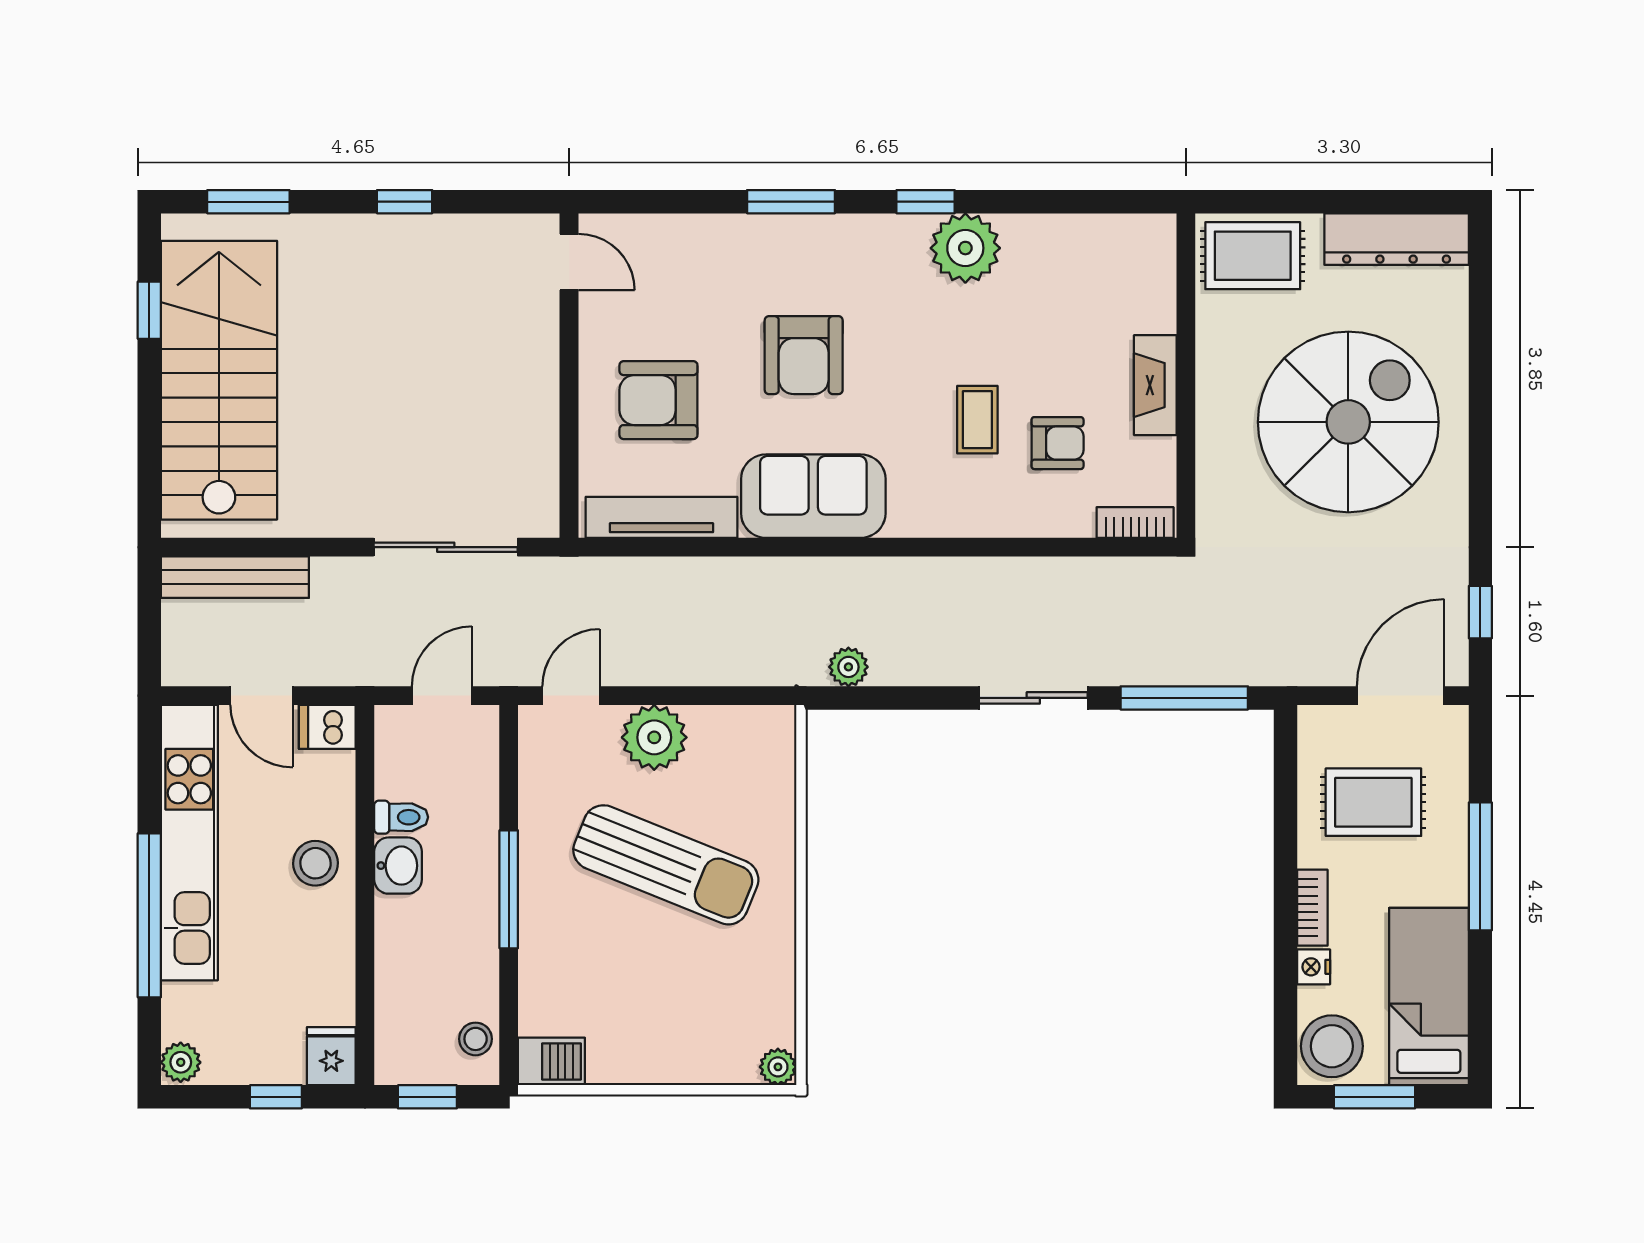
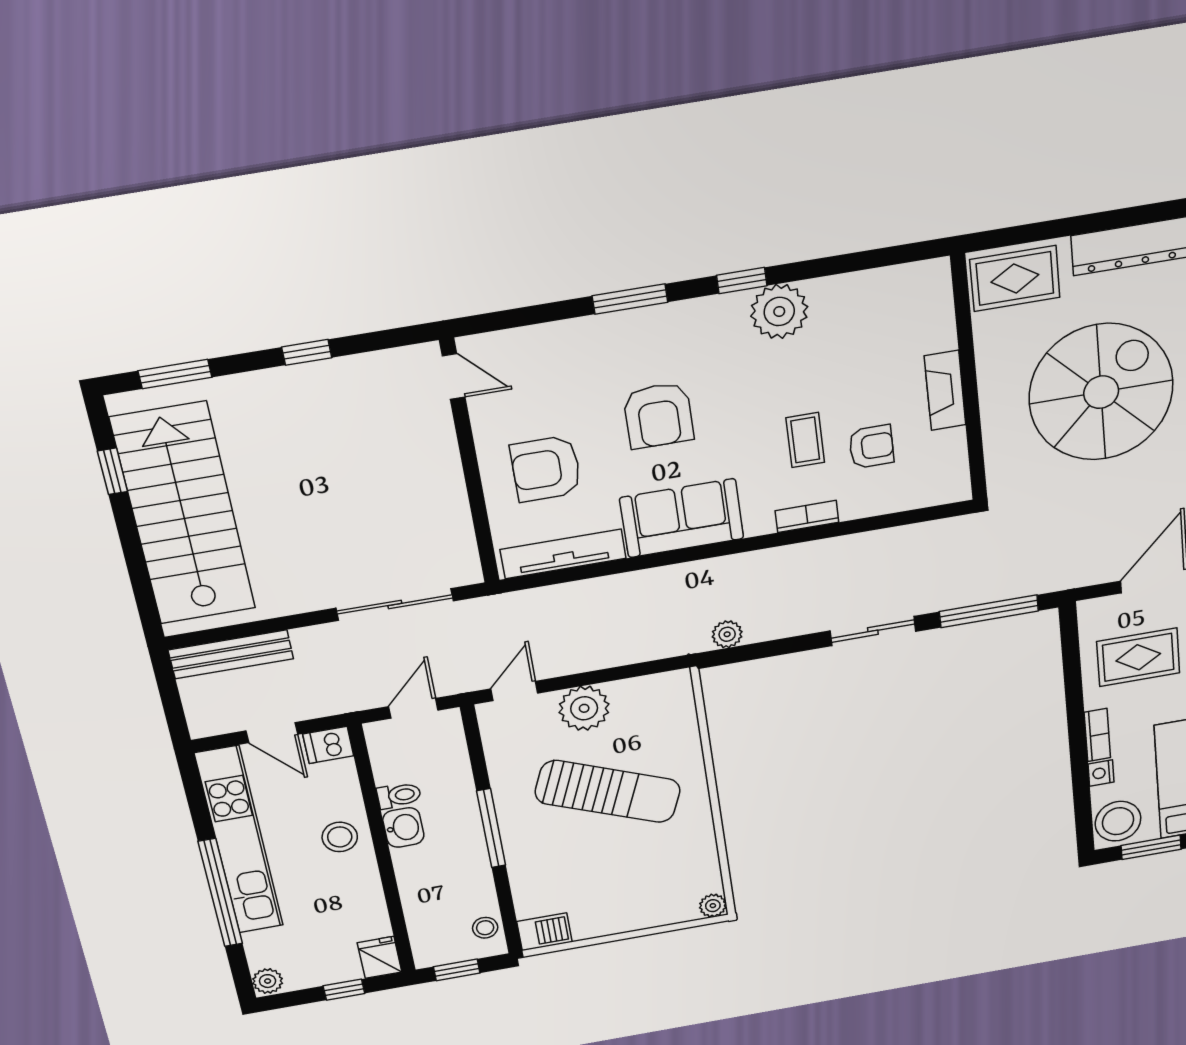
bookcase: (1135, 523) -> (807, 516), moved

